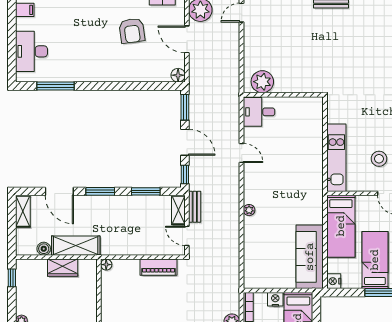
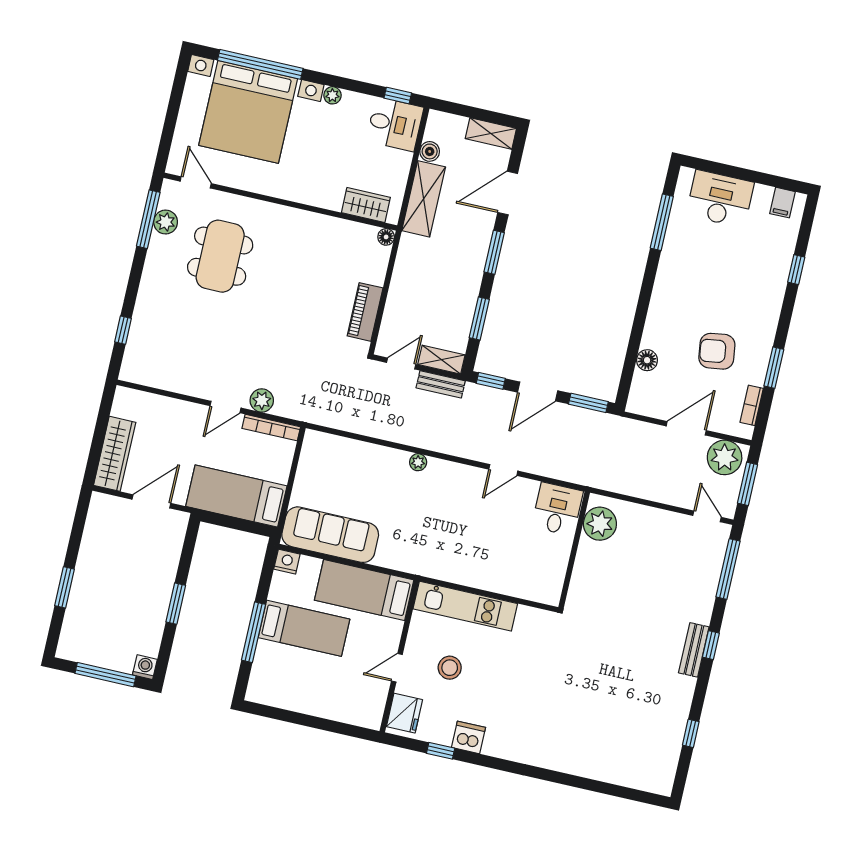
floor lamp: (178, 75) -> (647, 360), moved
wardrobe: (63, 268) -> (366, 205), moved, turned 90
desk: (31, 276) -> (395, 124), added
nightstand: (275, 299) -> (280, 471), removed

